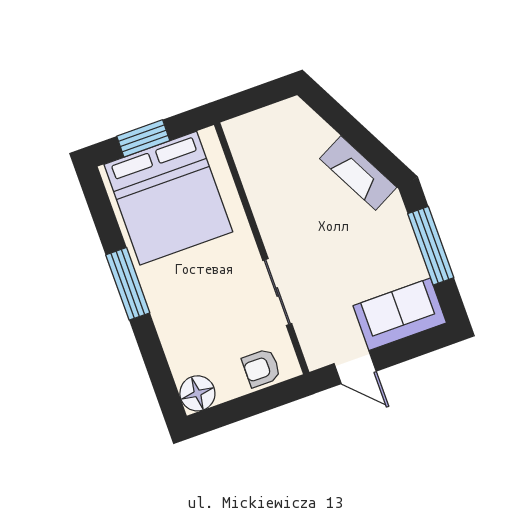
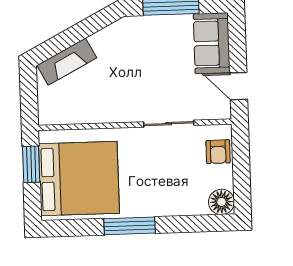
window: (143, 138) -> (31, 164), moved
fireplace: (358, 173) -> (67, 62), moved
door: (355, 367) -> (239, 86), swing flipped

